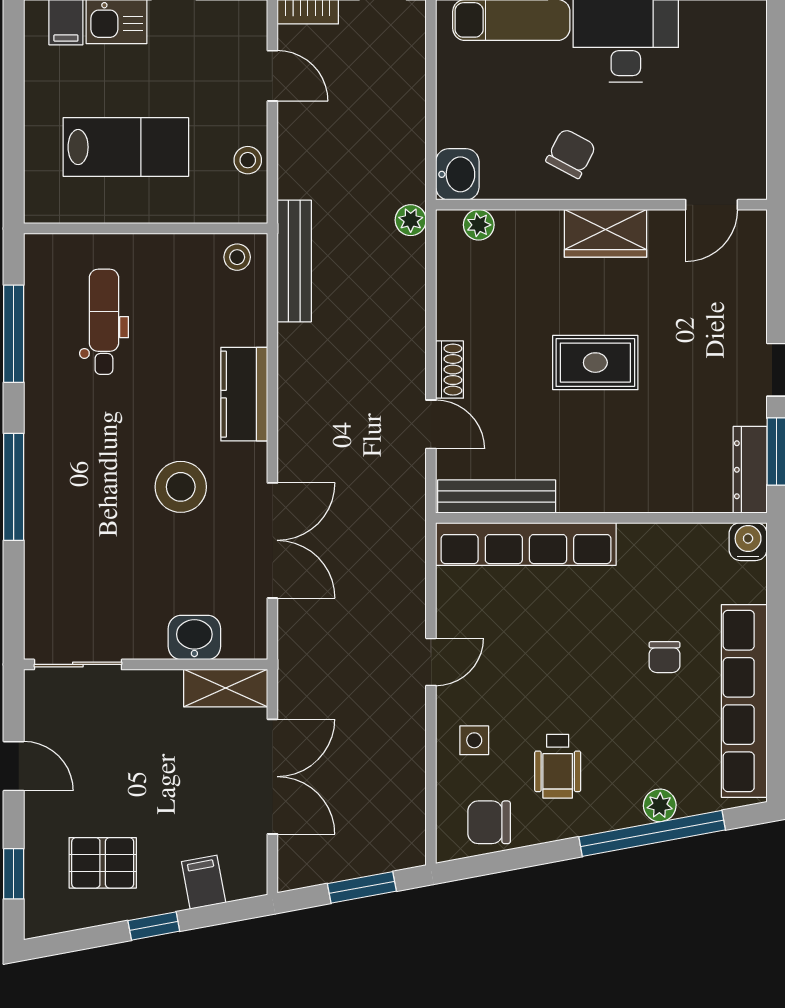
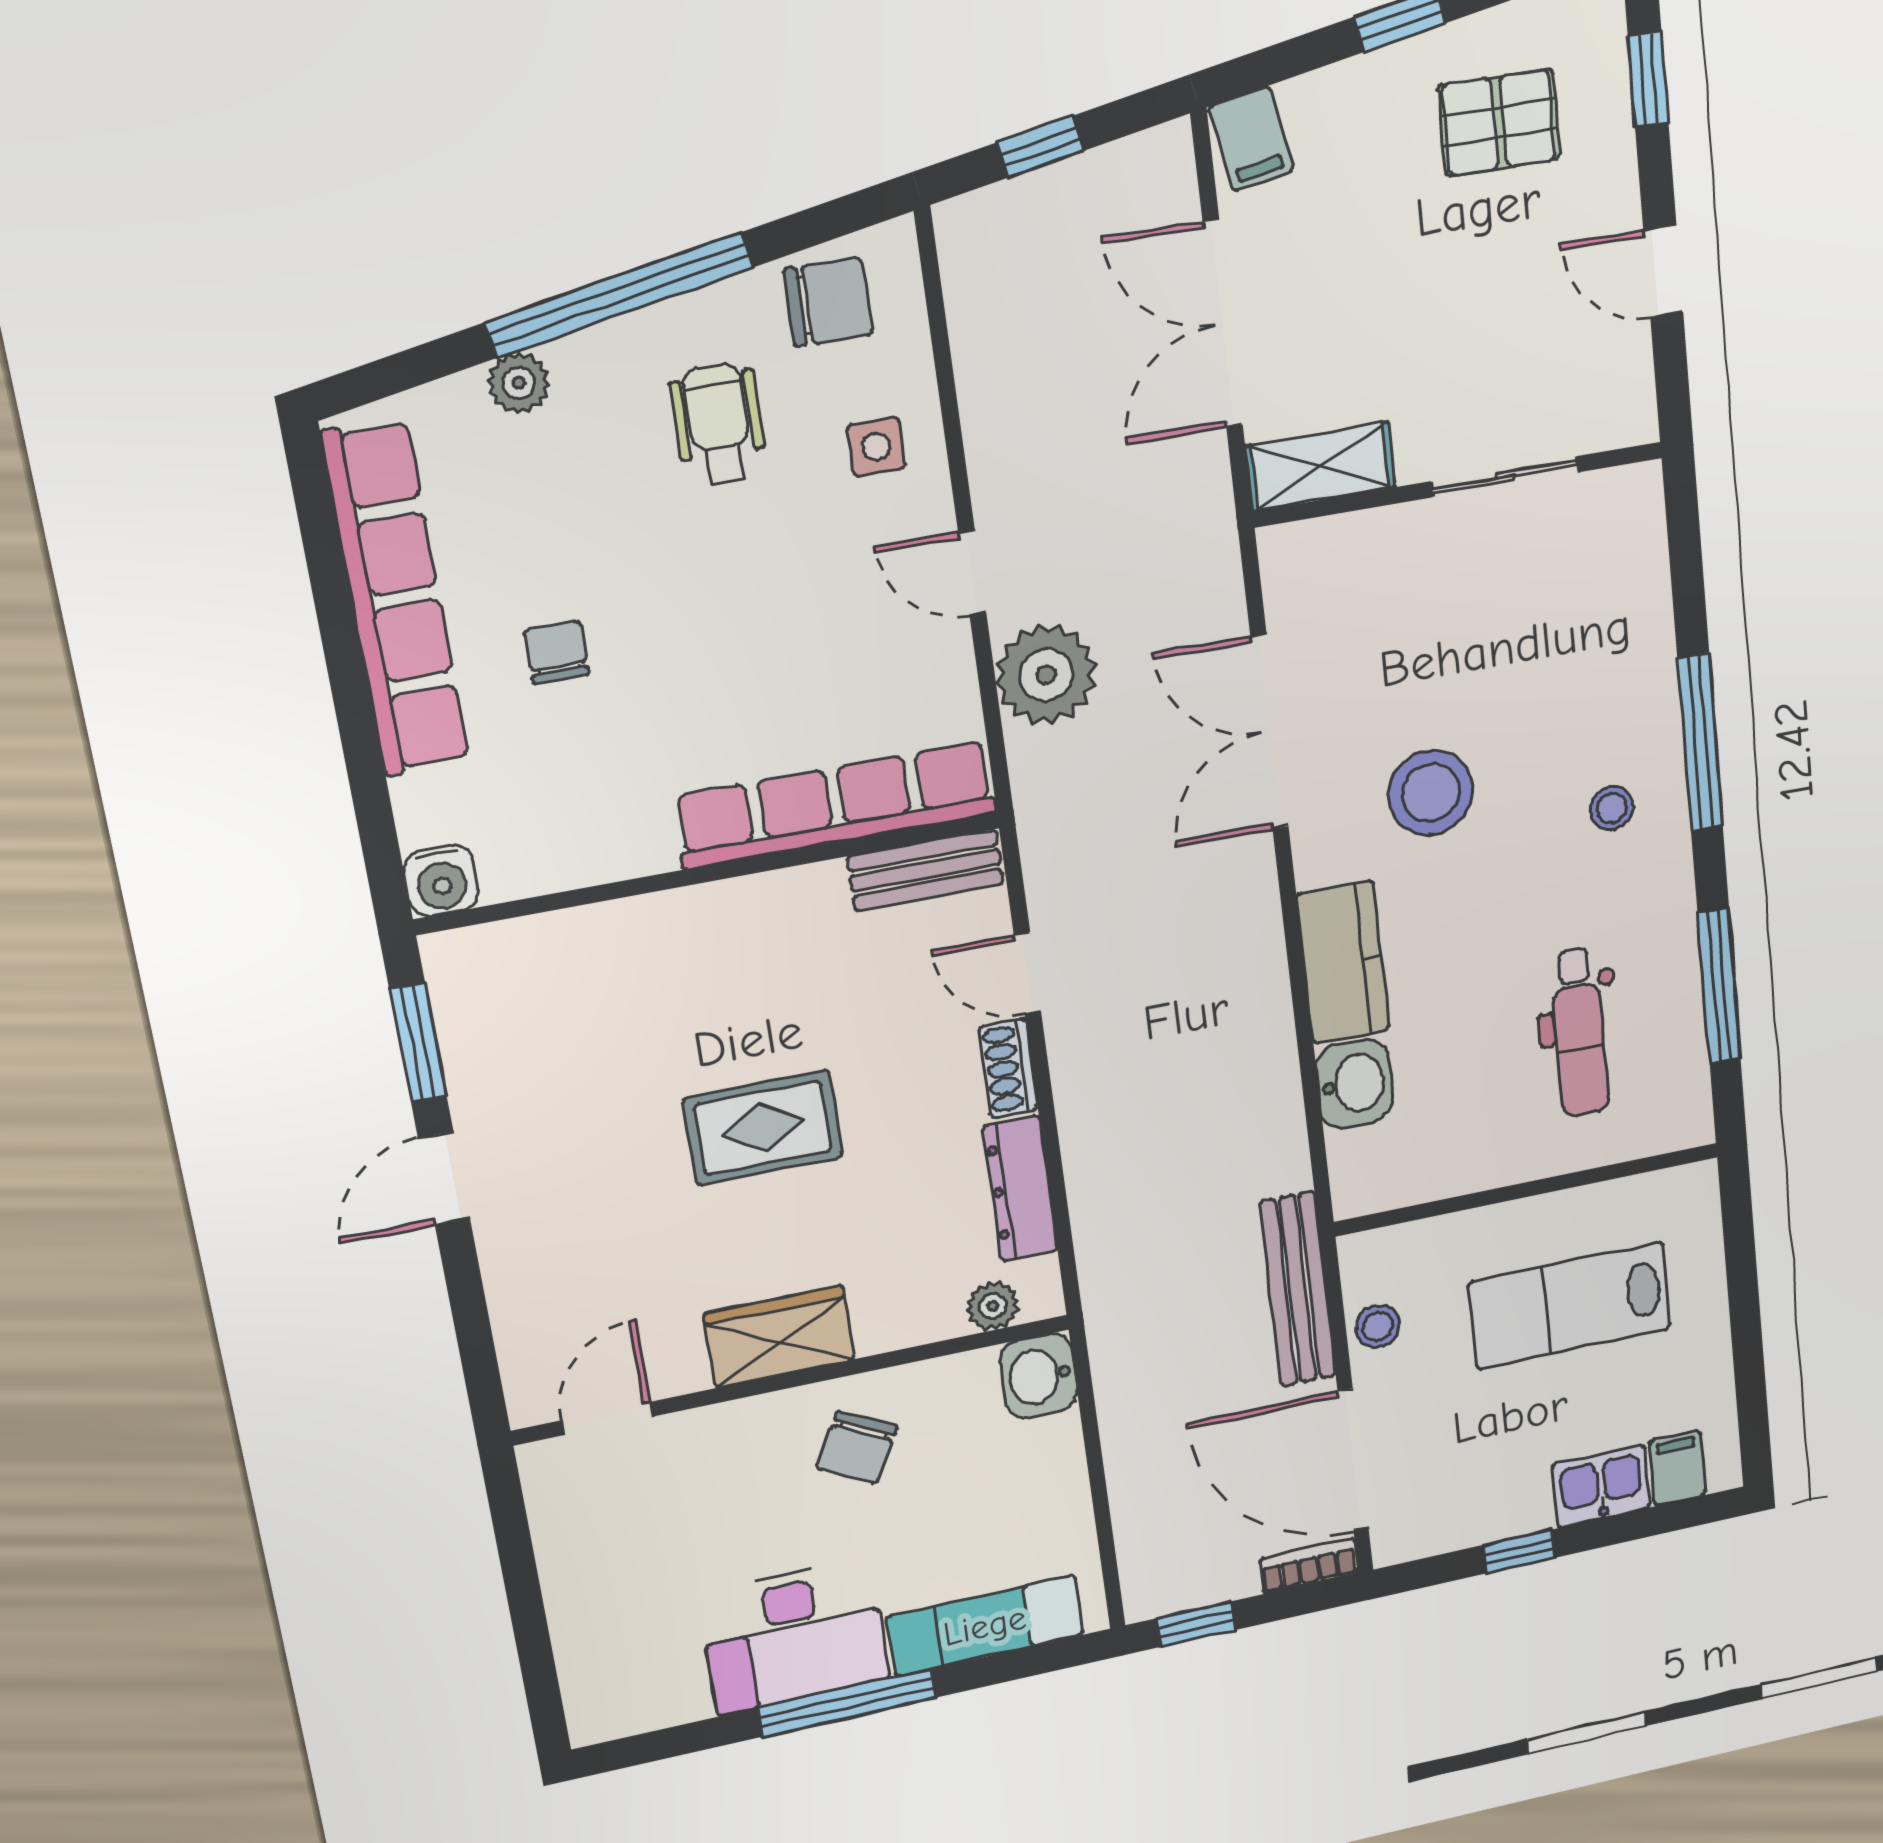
door: (272, 76) -> (1353, 1460), width x1.87
plant: (411, 220) -> (1046, 675), moved, width x1.88, depth x1.88
stool: (237, 257) -> (1612, 808), moved
bench: (294, 261) -> (1298, 1289), moved
dresser: (750, 470) -> (1020, 1188), moved, turned 180
bench: (497, 497) -> (926, 870), width x0.73
washbasin: (194, 637) -> (1354, 1084), moved, turned -90
door: (431, 662) -> (972, 572), hinge flipped
sliding door: (78, 664) -> (1505, 477), moved
window: (652, 833) -> (619, 295), moved
filing cabinet: (204, 882) -> (1251, 139), moved
window: (362, 887) -> (1041, 147), width x0.67

